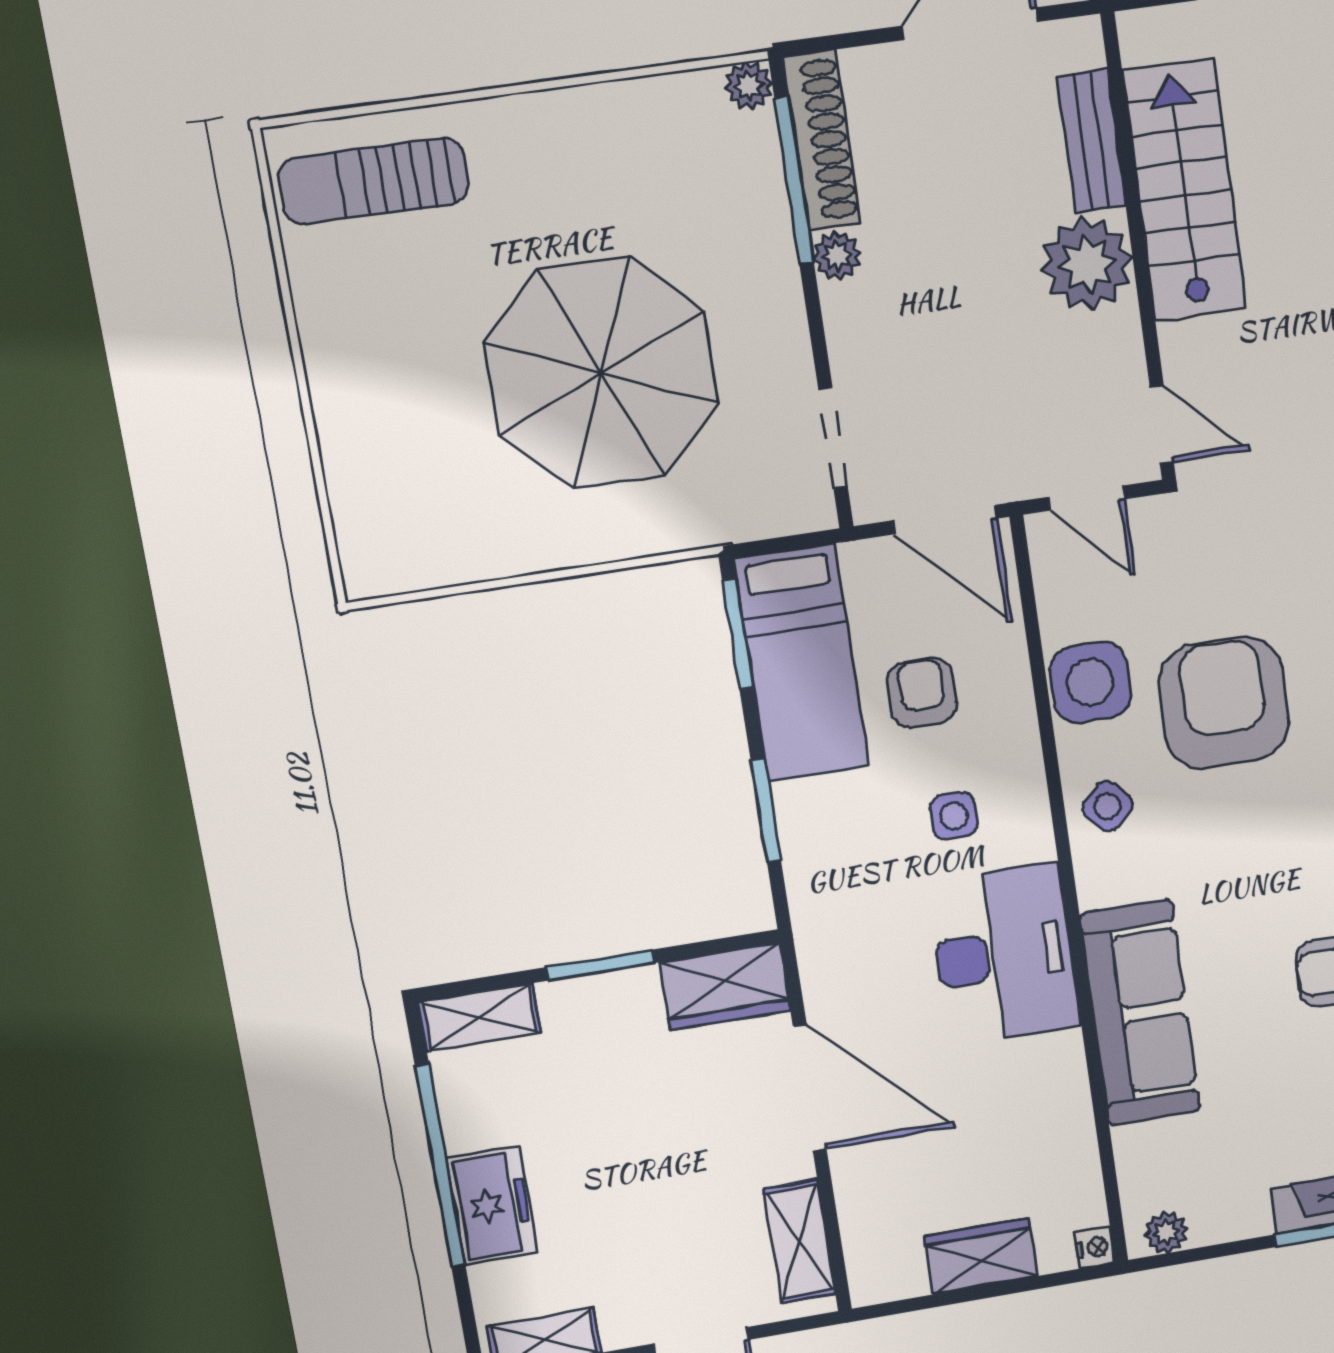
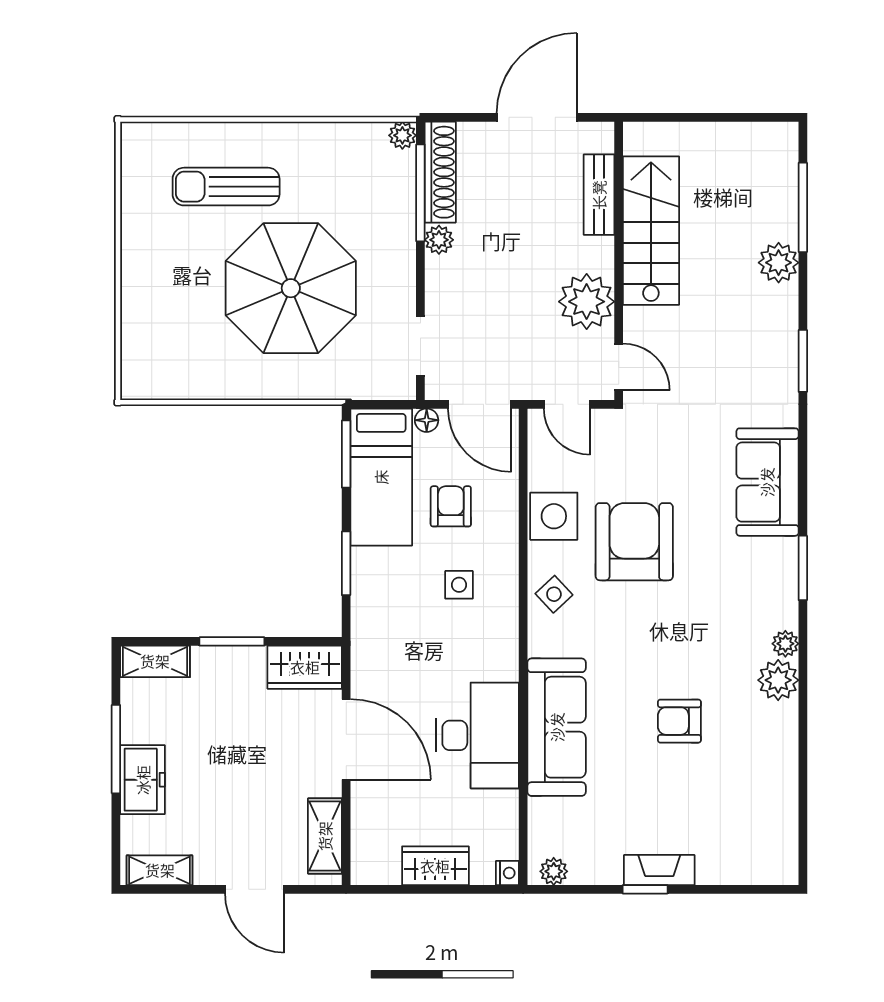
sun lounger: (374, 181) -> (226, 187), moved
plant: (1087, 264) -> (587, 302), moved
floor lamp: (862, 559) -> (427, 420), added
desk: (1004, 955) -> (477, 735), moved
window: (440, 1166) -> (116, 749), width x0.68

